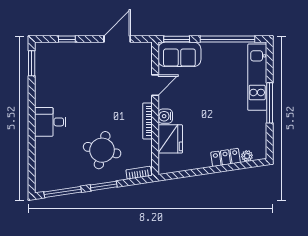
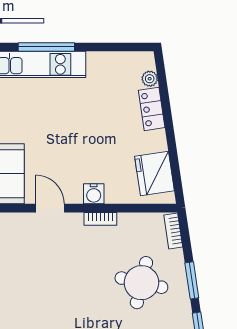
window: (270, 103) -> (46, 47), moved
bookcase: (147, 121) -> (100, 219), width x0.64
fridge: (170, 139) -> (154, 173), moved, turned -98

